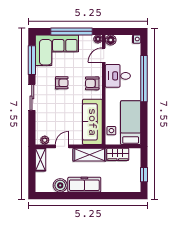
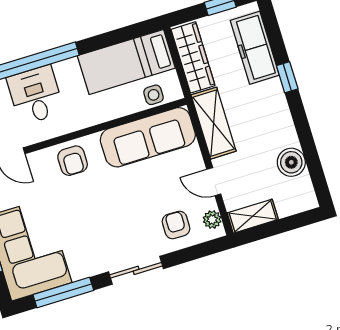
desk: (118, 76) -> (35, 95), moved, turned 180
armchair: (62, 83) -> (176, 225), moved
wardrobe: (118, 154) -> (193, 57), width x1.50
freezer: (84, 185) -> (255, 48), moved
window: (101, 196) -> (287, 77), added

